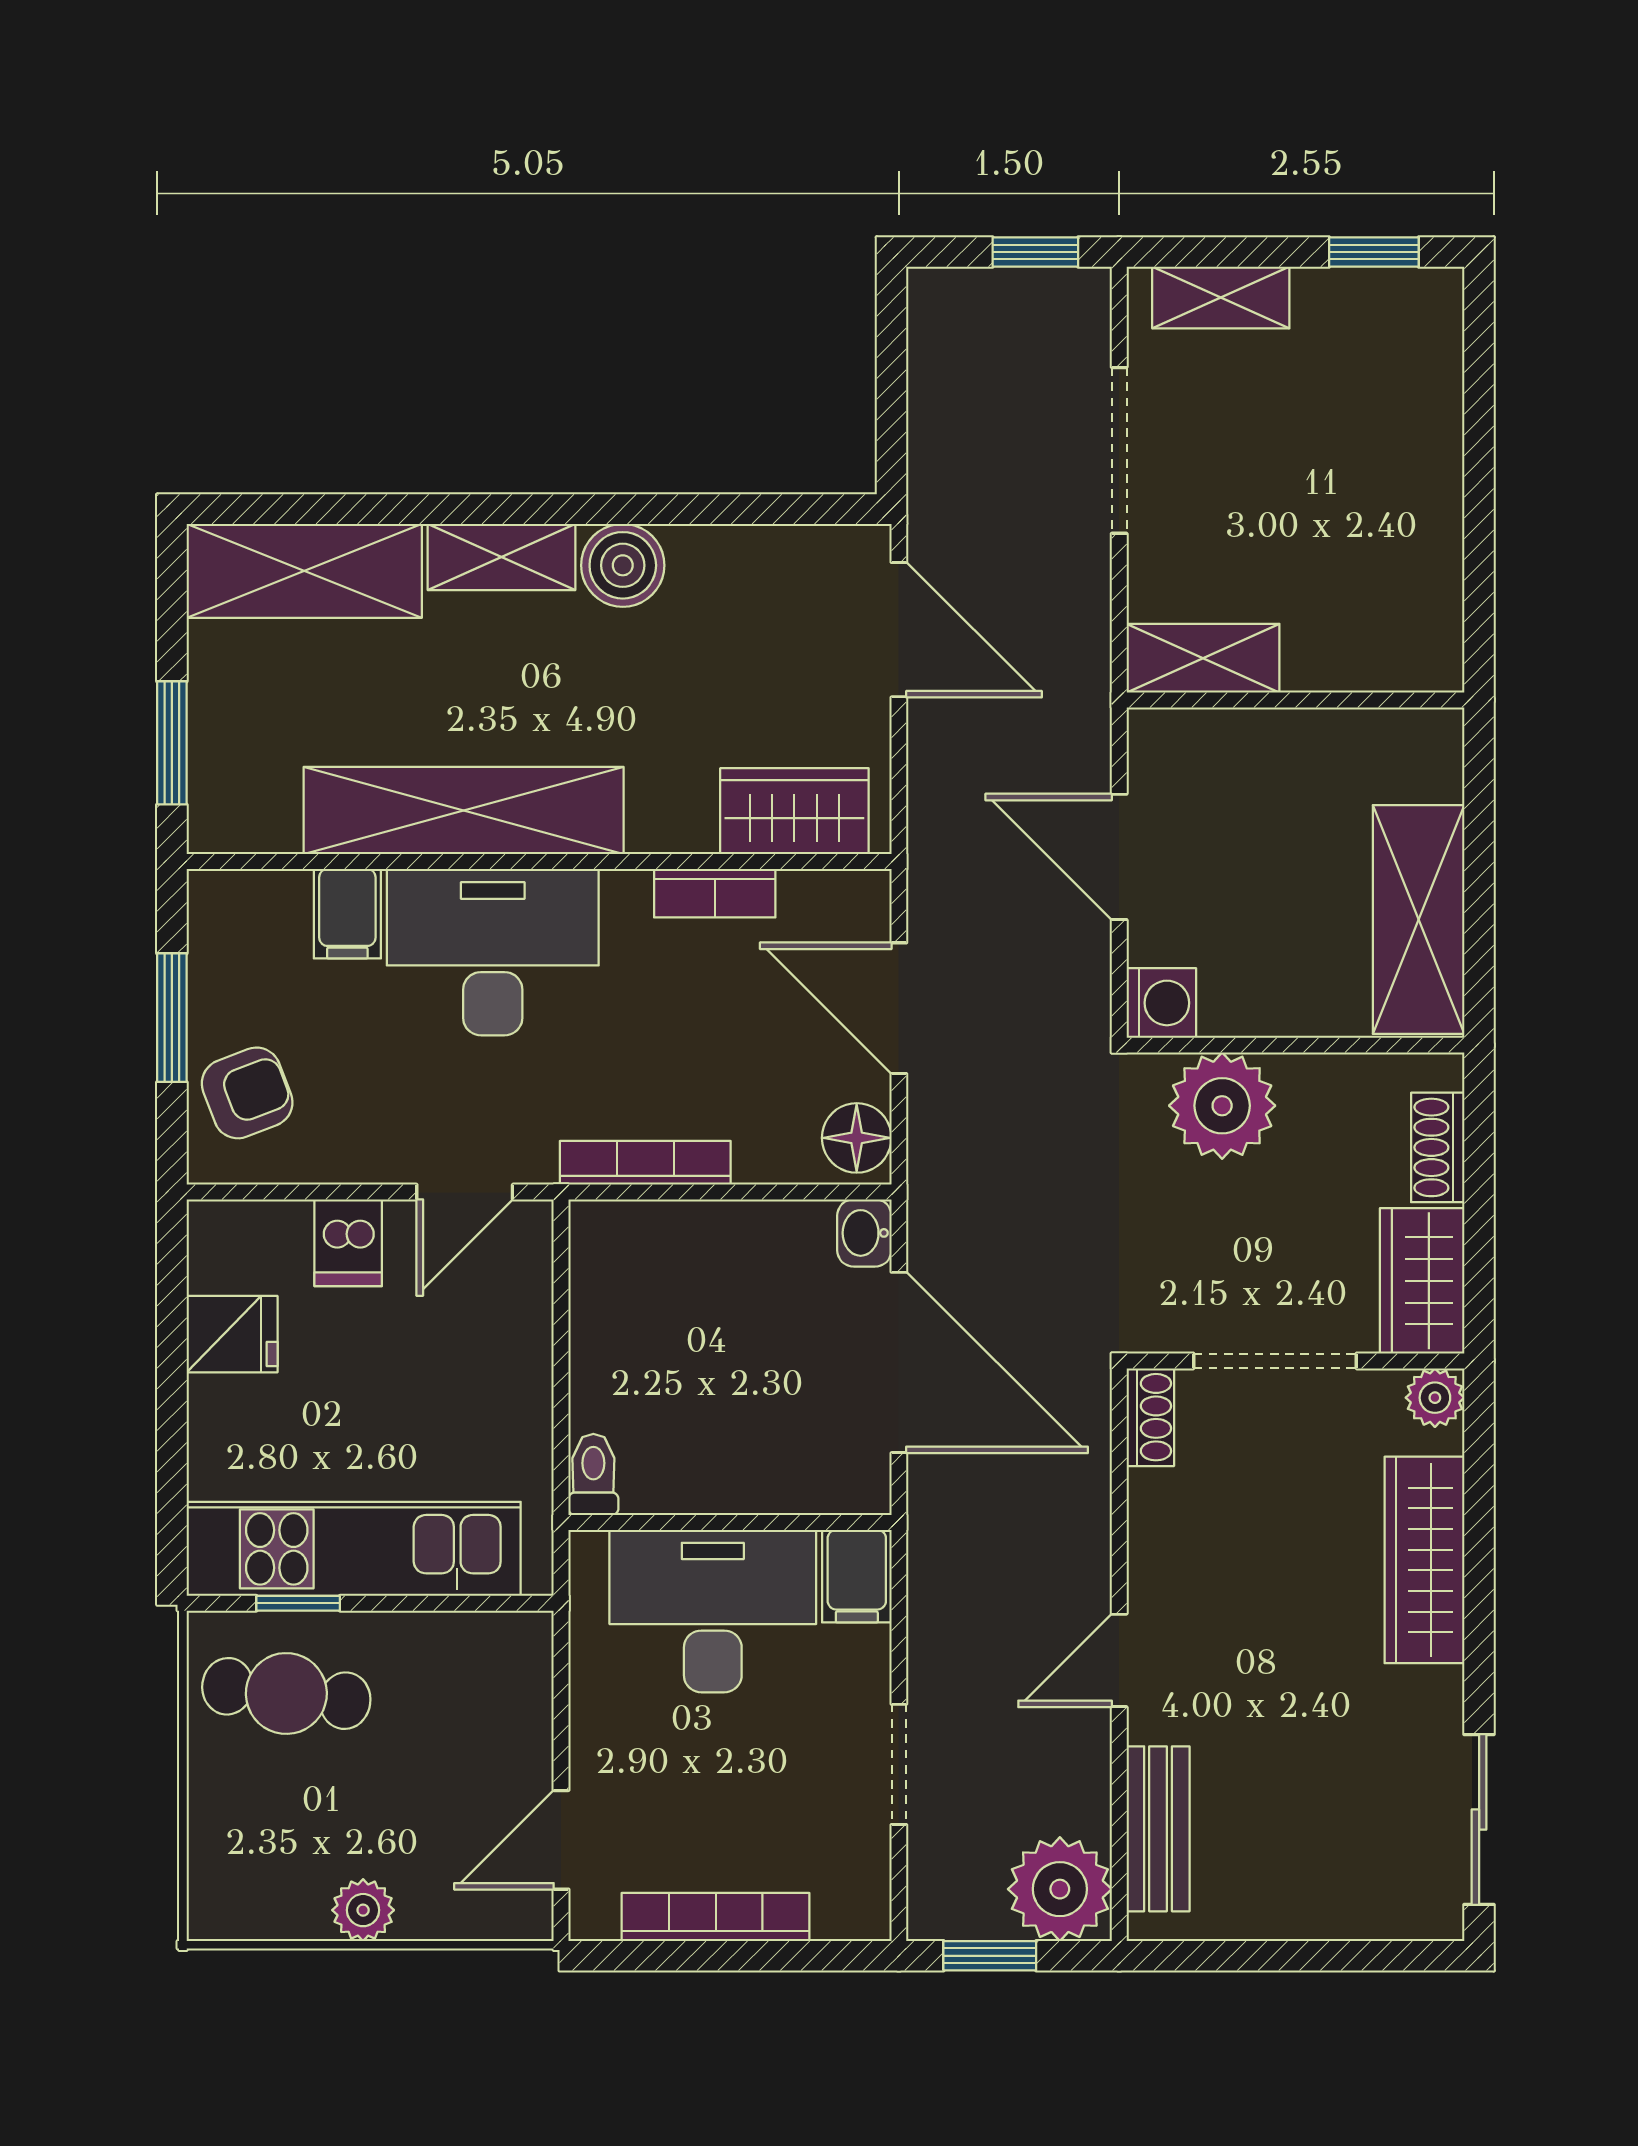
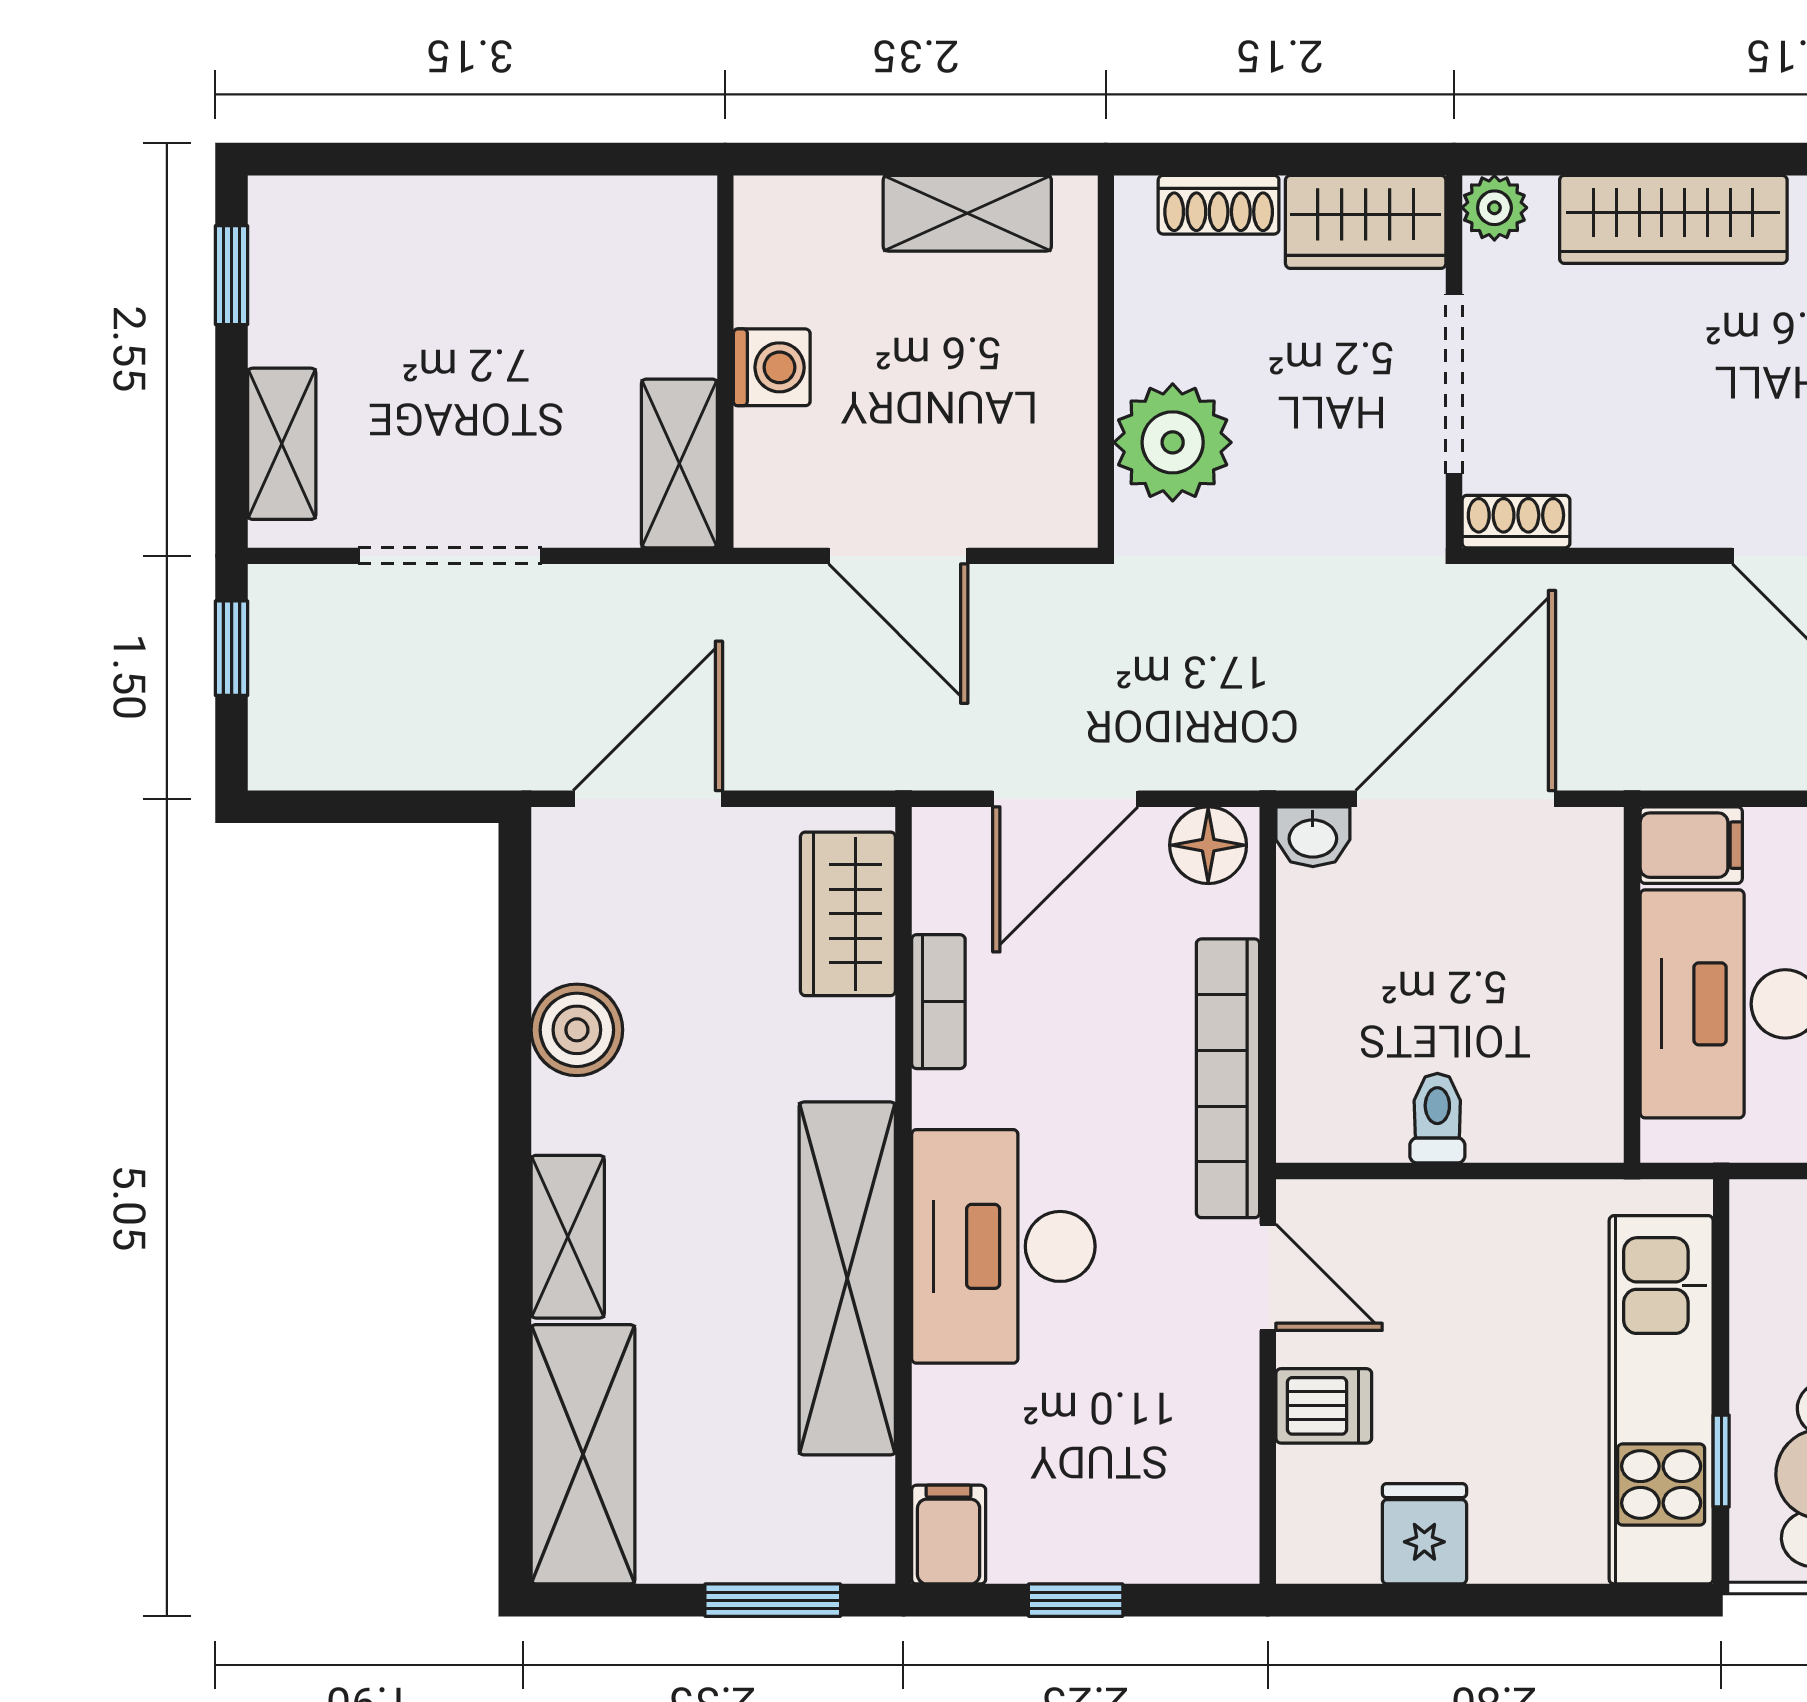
boiler: (623, 565) -> (577, 1030), moved
door: (1119, 857) -> (898, 556), hinge flipped
filing cabinet: (347, 914) -> (949, 1535), moved, turned -90
shelving: (1419, 919) -> (967, 213), width x0.67, depth x0.75
washing machine: (1161, 1003) -> (772, 367), moved, turned 90
window: (172, 1018) -> (1076, 1600), width x0.67
armchair: (247, 1093) -> (1159, 1517), removed
bookcase: (645, 1163) -> (1228, 1078), width x1.48, depth x1.31
toilet: (593, 1474) -> (1437, 1118), moved, turned 90

